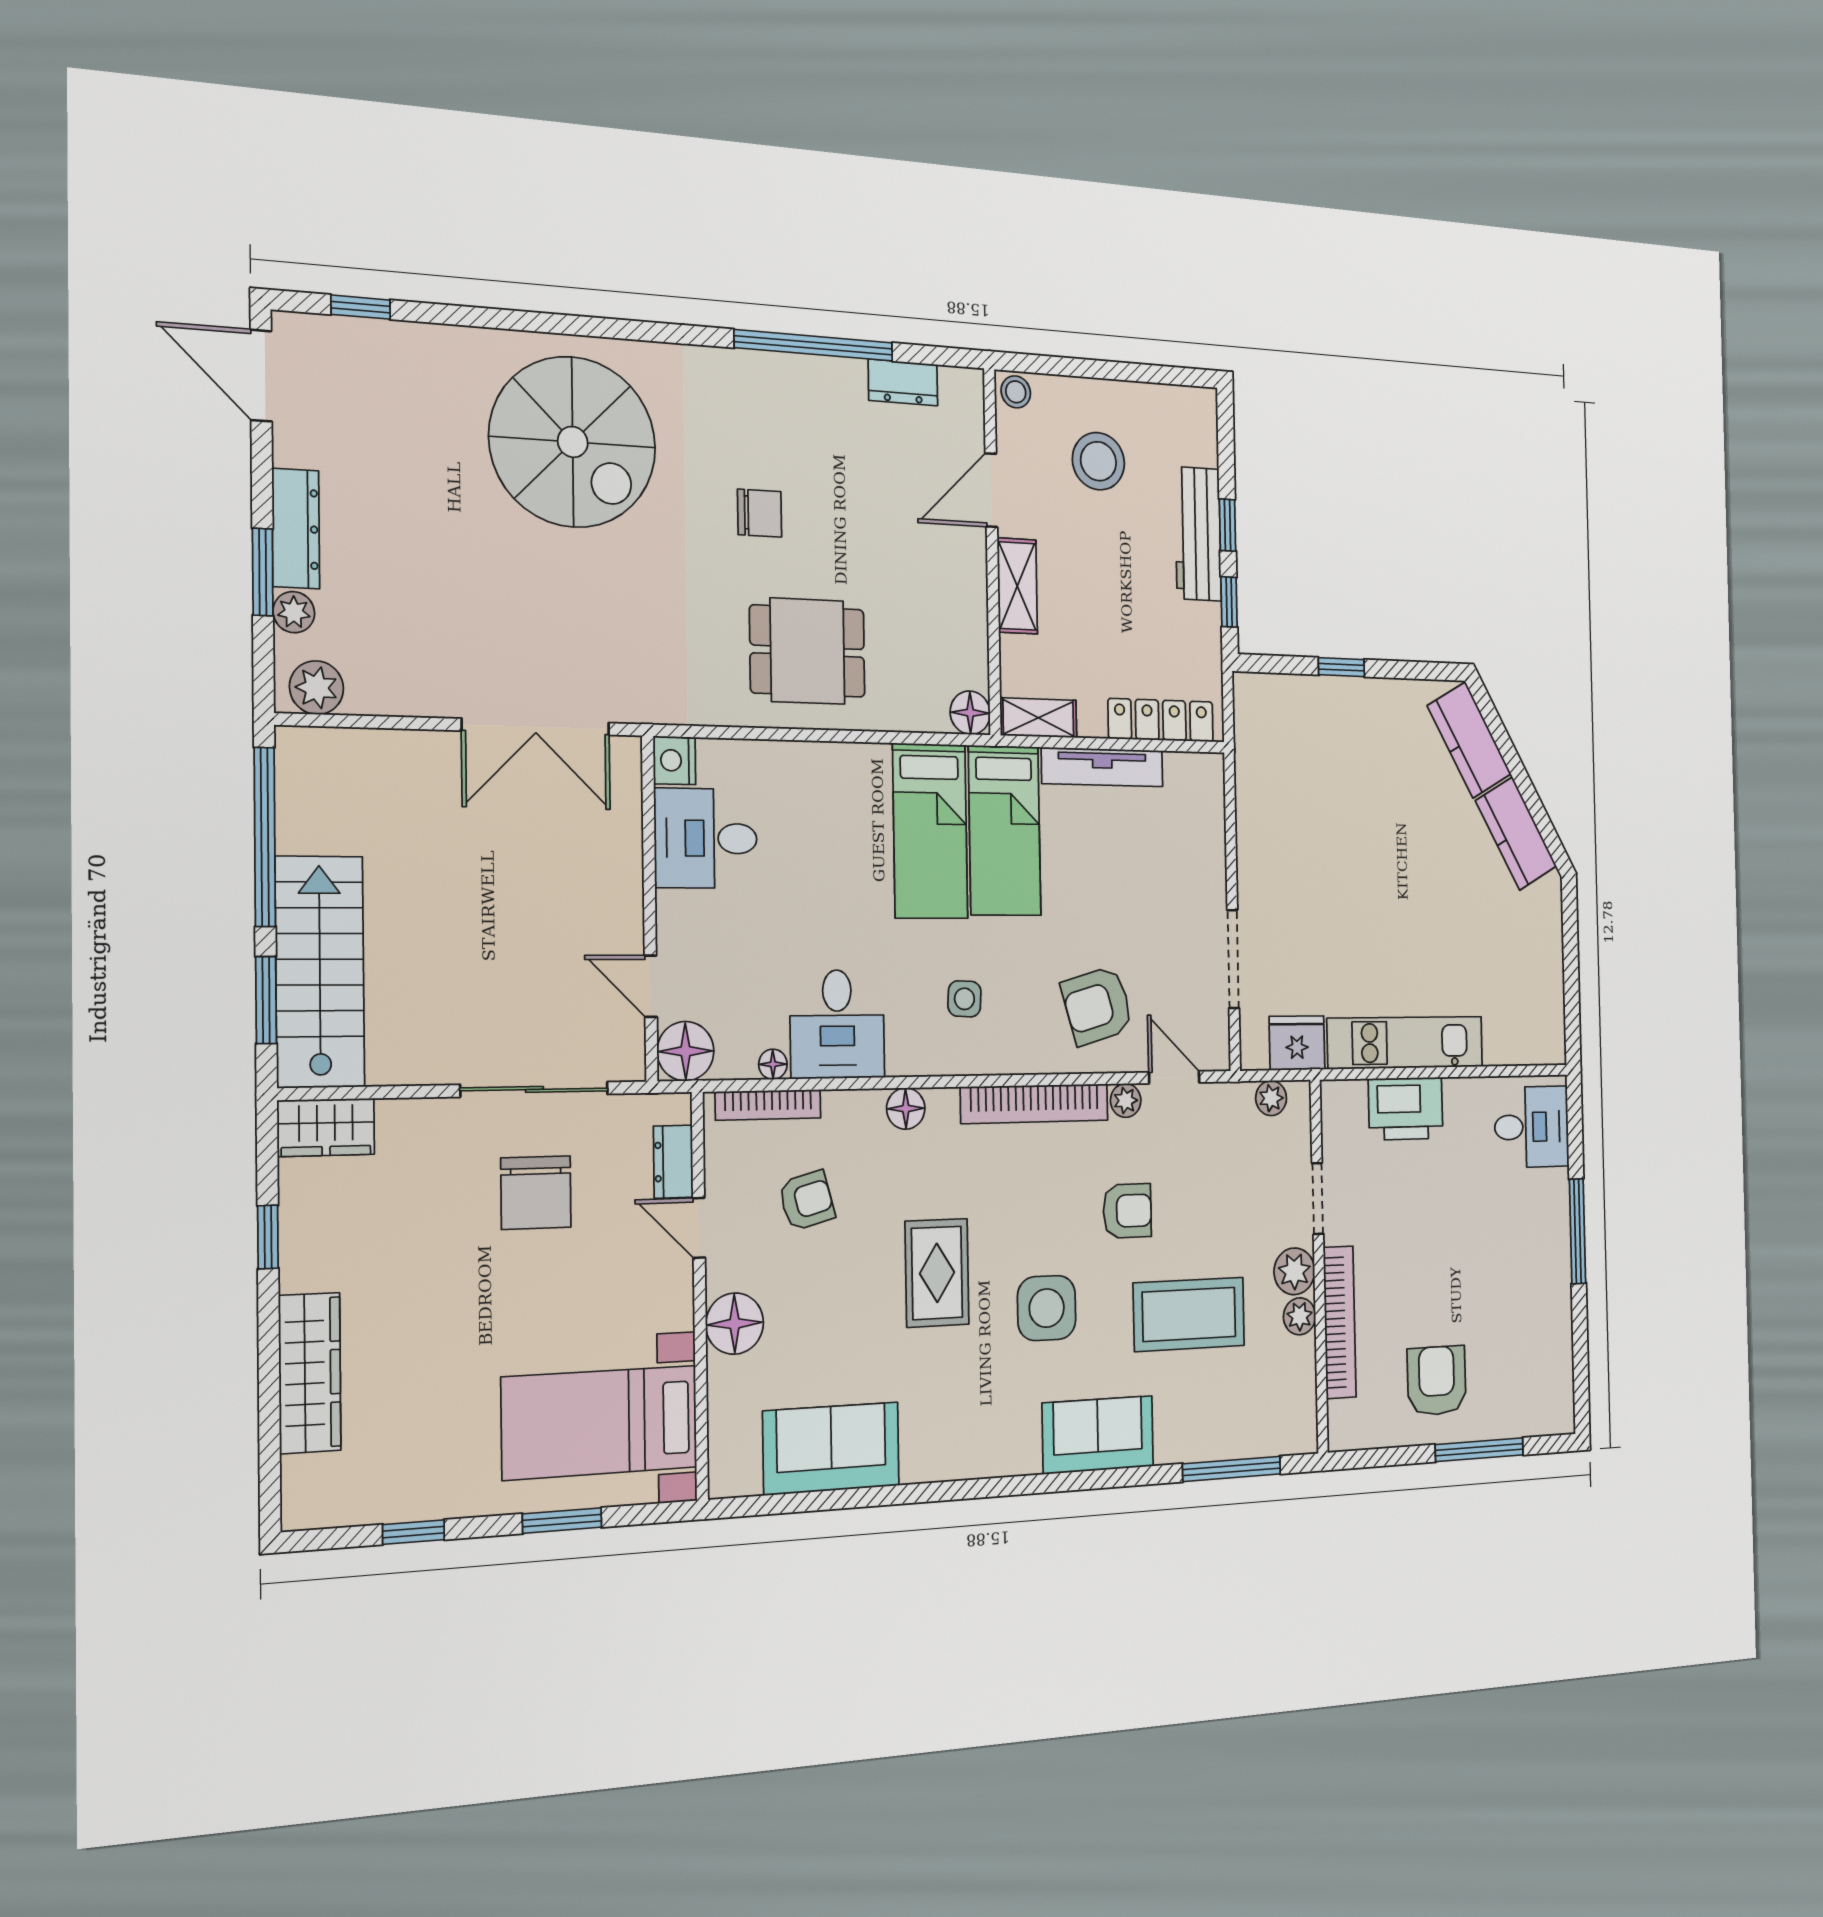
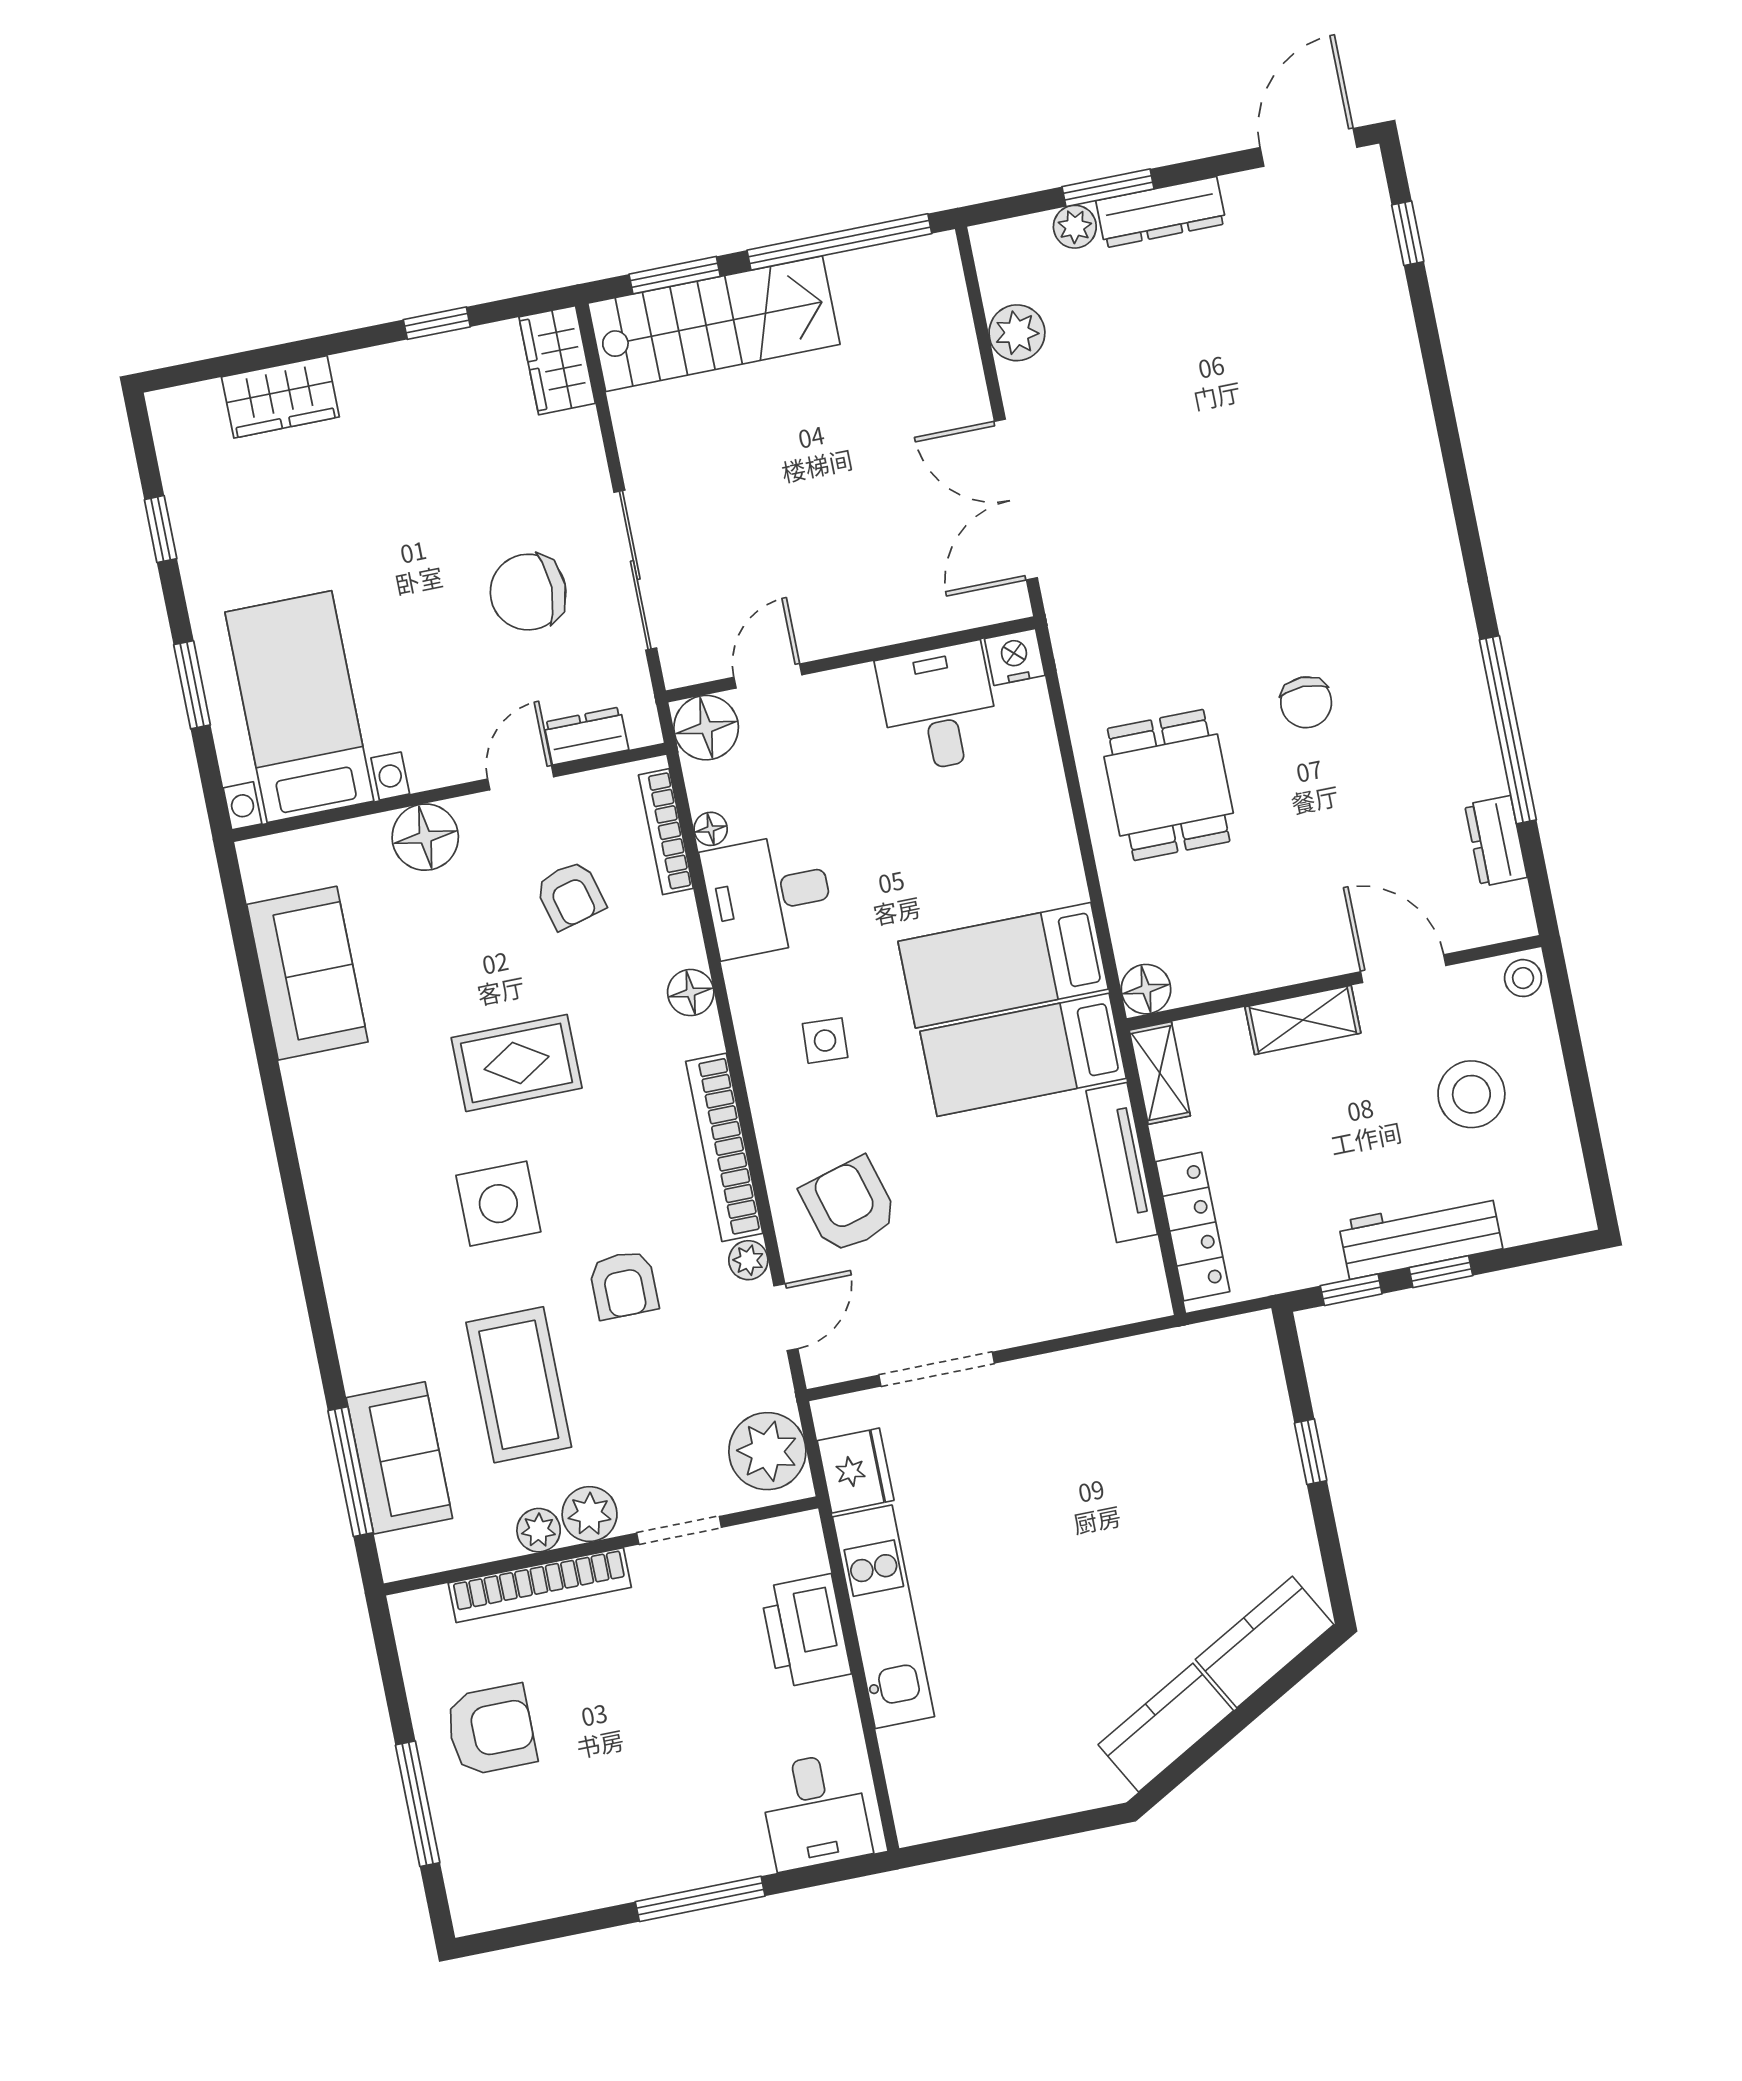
spiral stairs: (573, 442) -> (1328, 482), removed
plant: (317, 688) -> (1017, 333), moved
plant: (1271, 1098) -> (767, 1451), width x1.88, depth x1.88
wardrobe: (310, 1373) -> (280, 397), width x0.67
sofa: (1098, 1435) -> (399, 1458), moved

